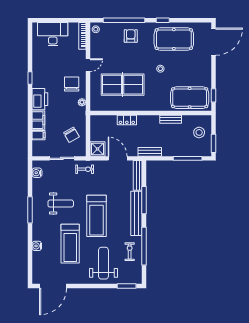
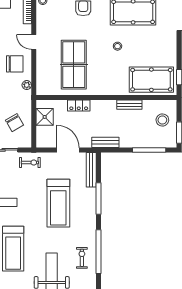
door: (88, 65) -> (34, 42), swing flipped
chair: (72, 84) -> (15, 64), turned 90
table tennis table: (123, 85) -> (74, 65), turned 90
shower: (97, 149) -> (45, 117), moved
bench: (136, 213) -> (90, 214), removed
treadmill: (96, 216) -> (58, 203), moved

